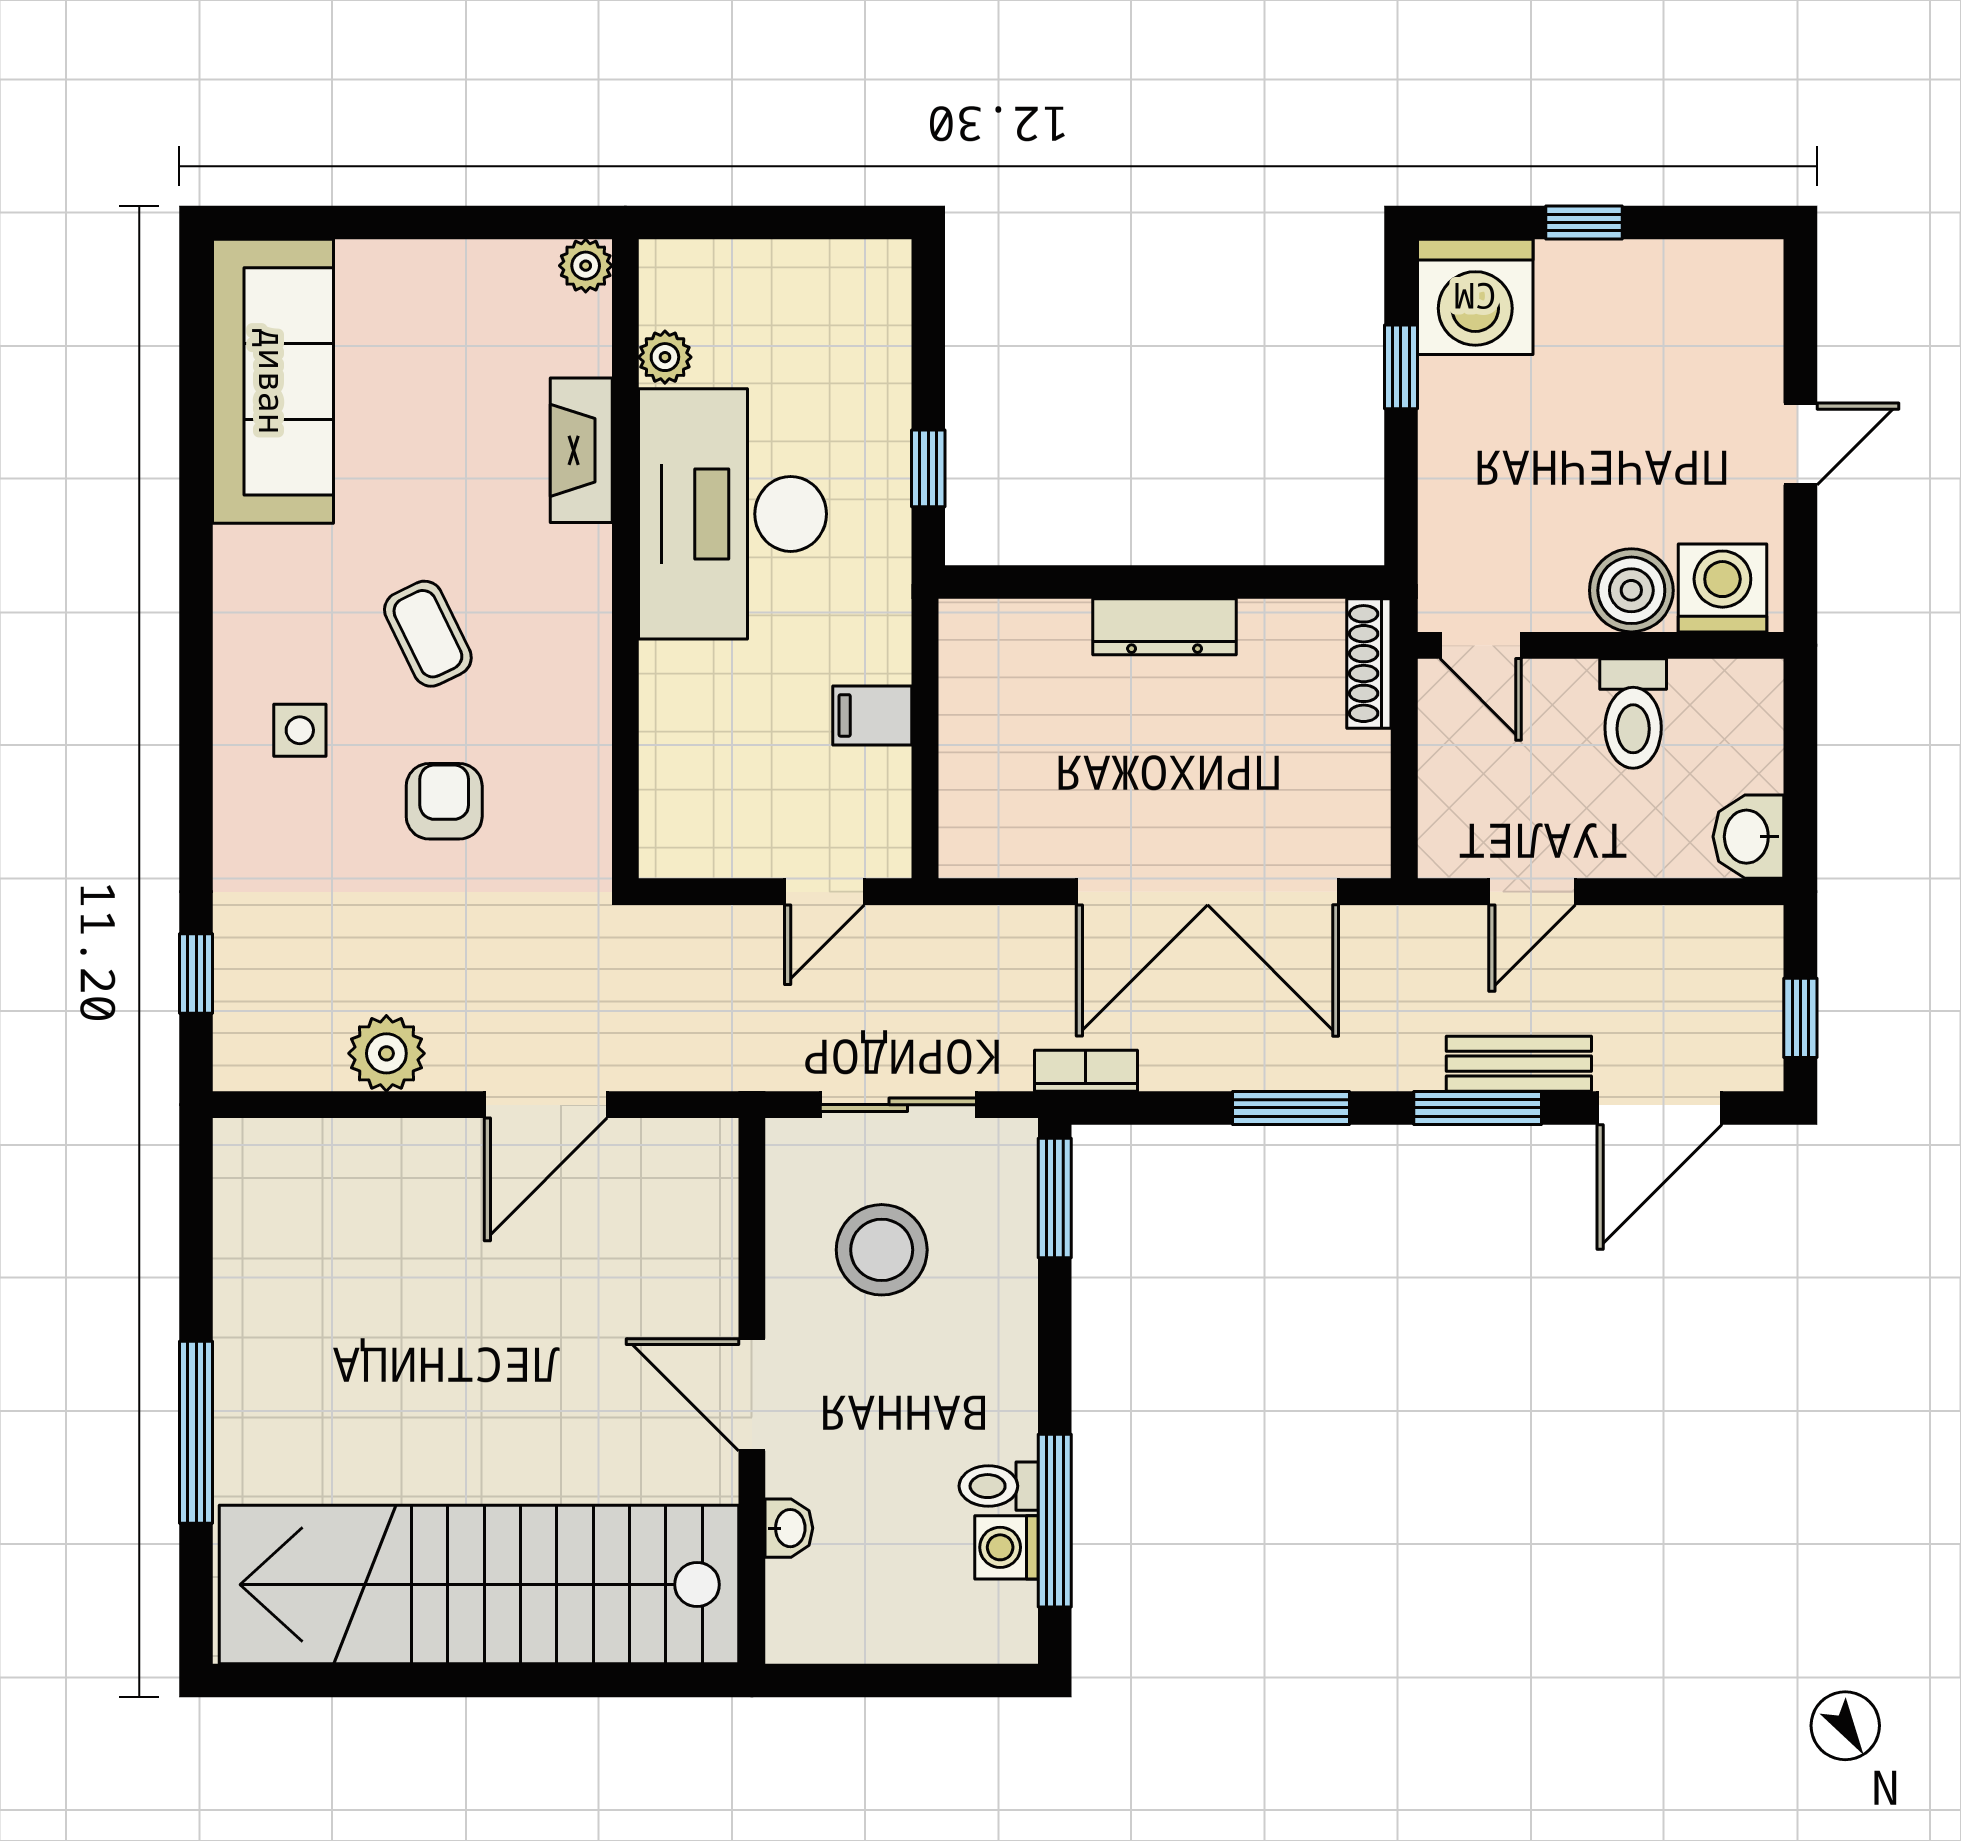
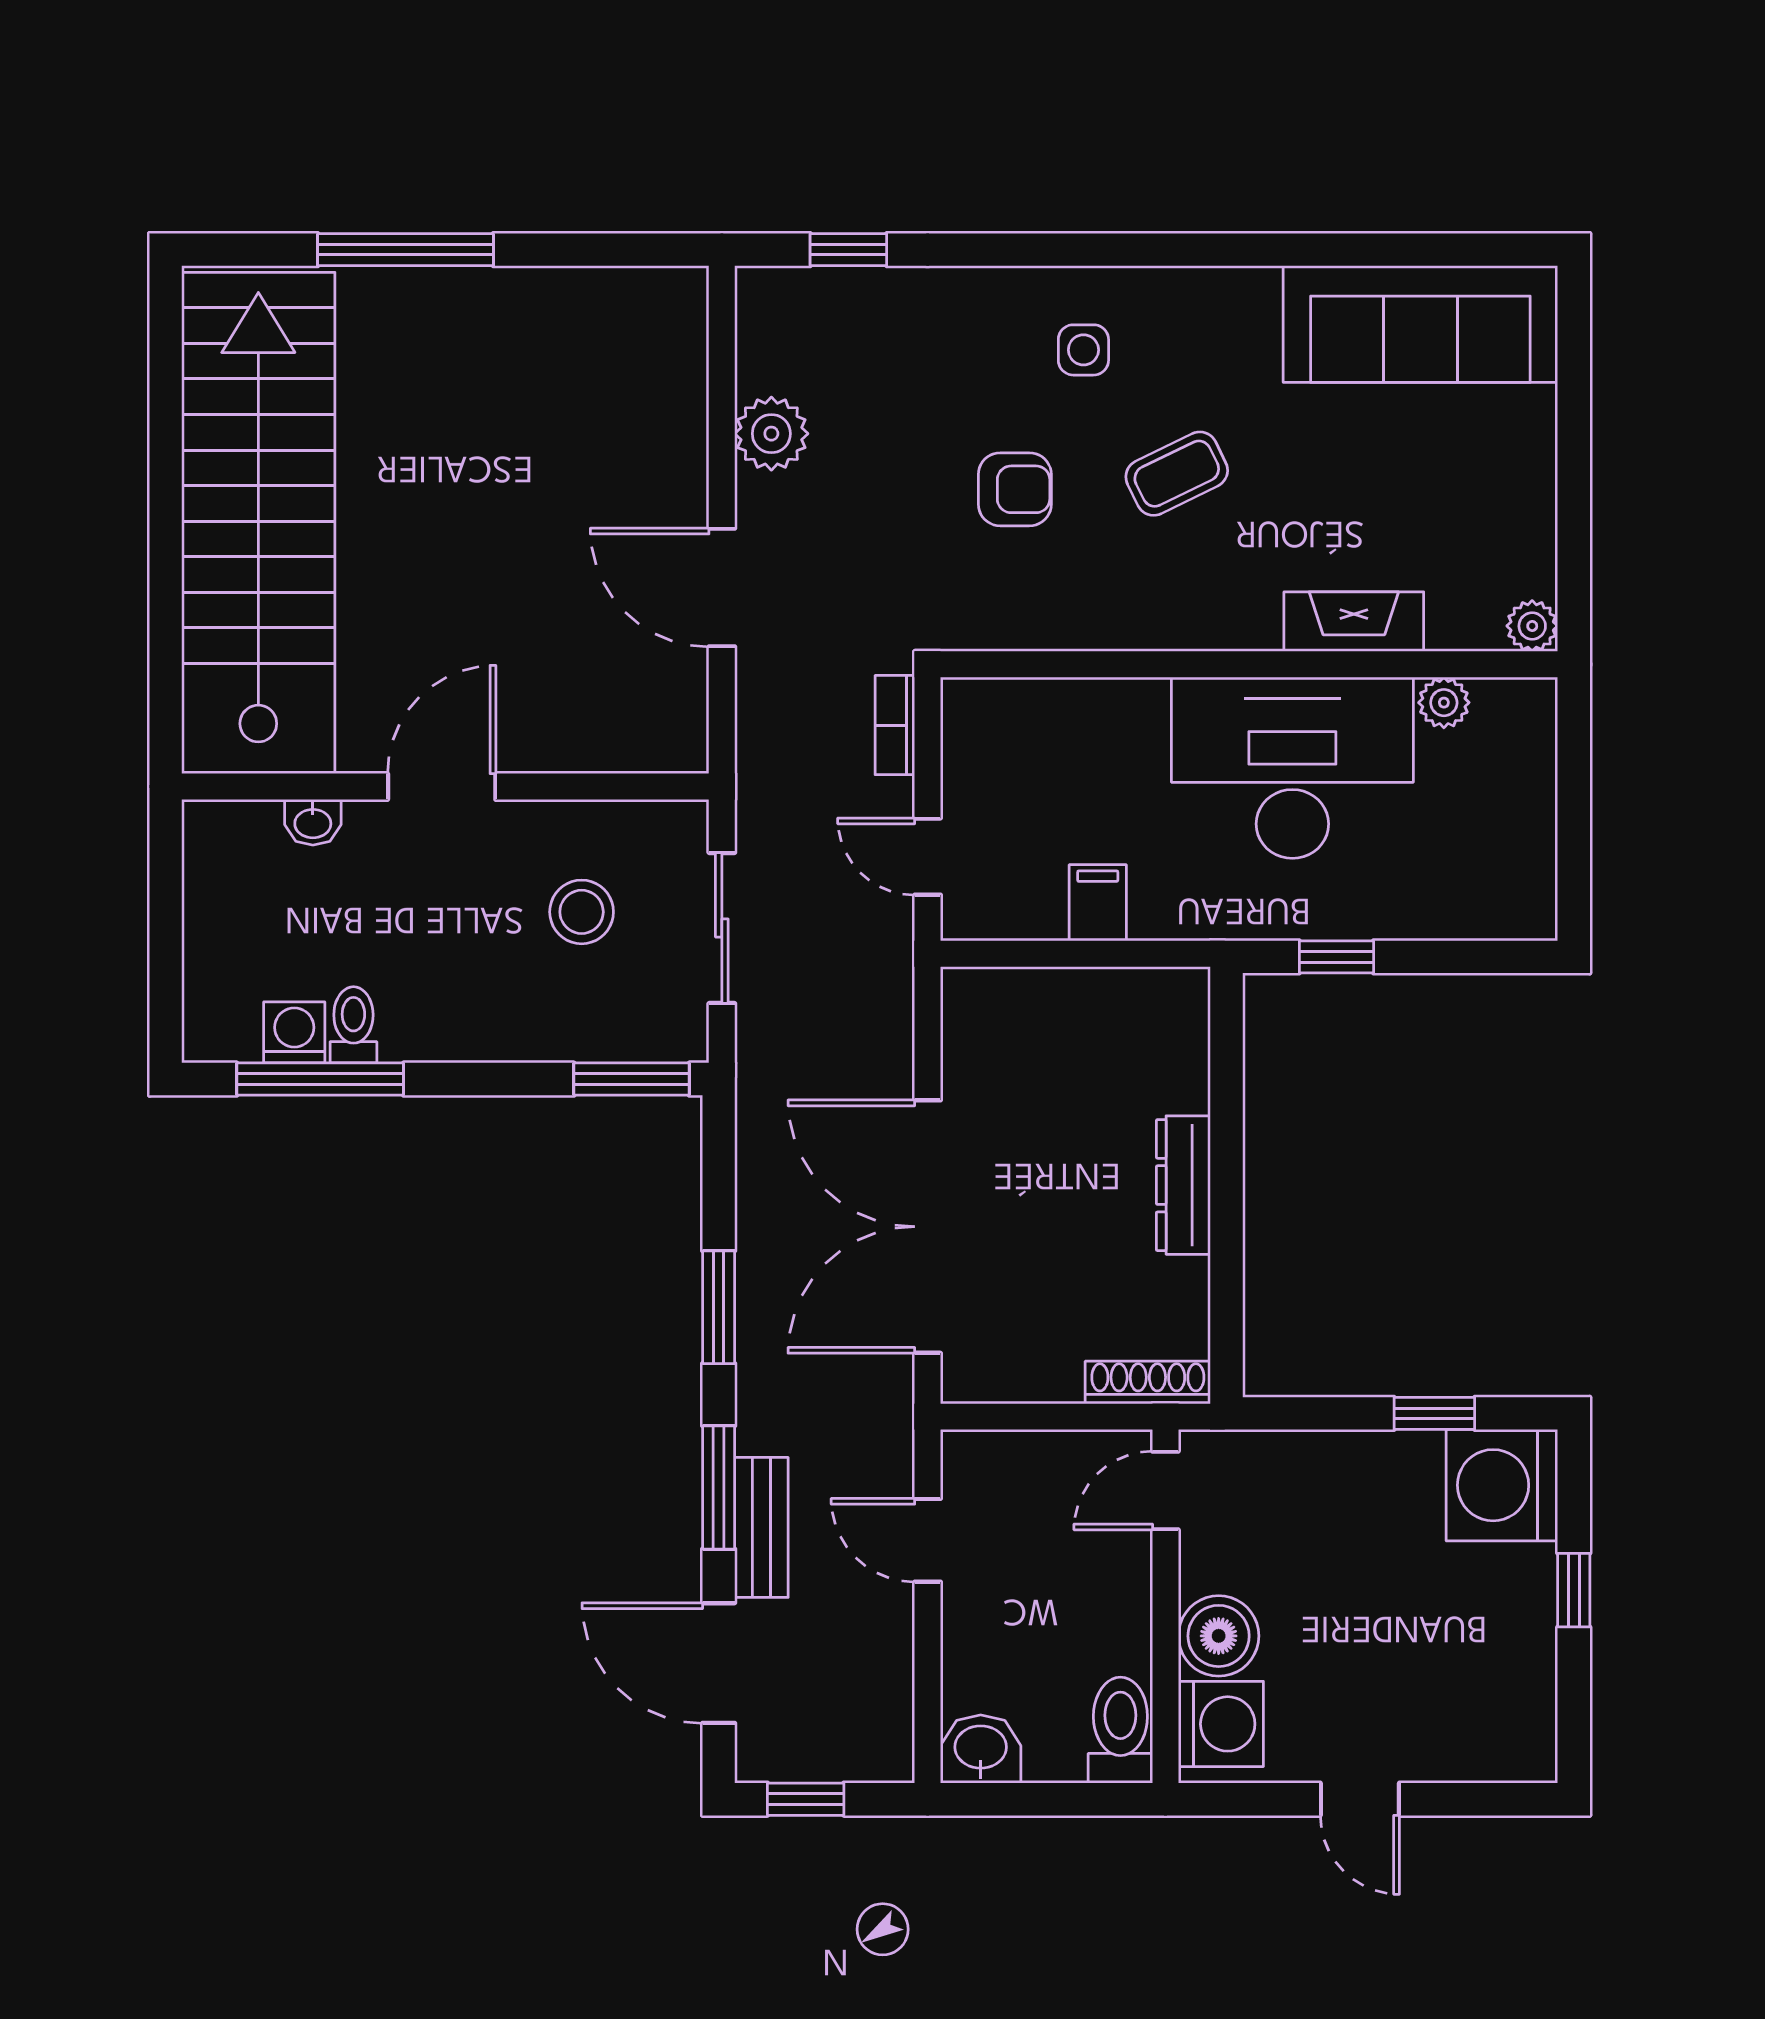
toilet: (1633, 713) -> (1120, 1730), moved, turned 90
bookcase: (1086, 1071) -> (895, 725), moved, turned 180
stool: (882, 1250) -> (582, 912), width x0.73, depth x0.73

